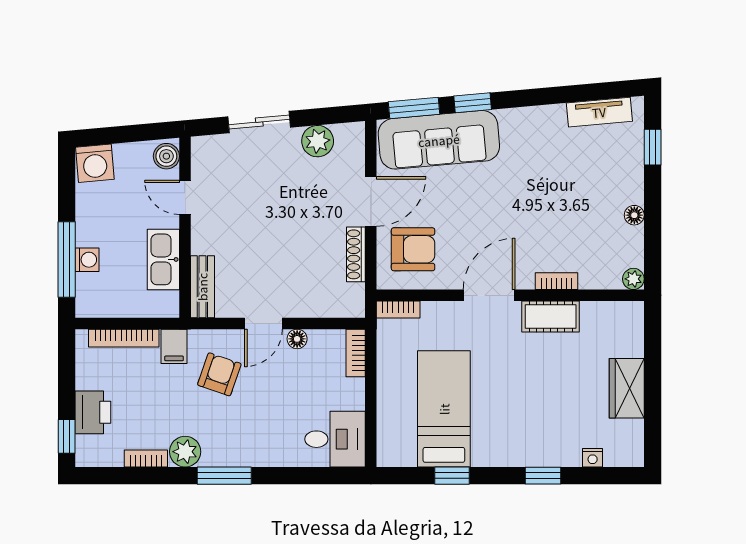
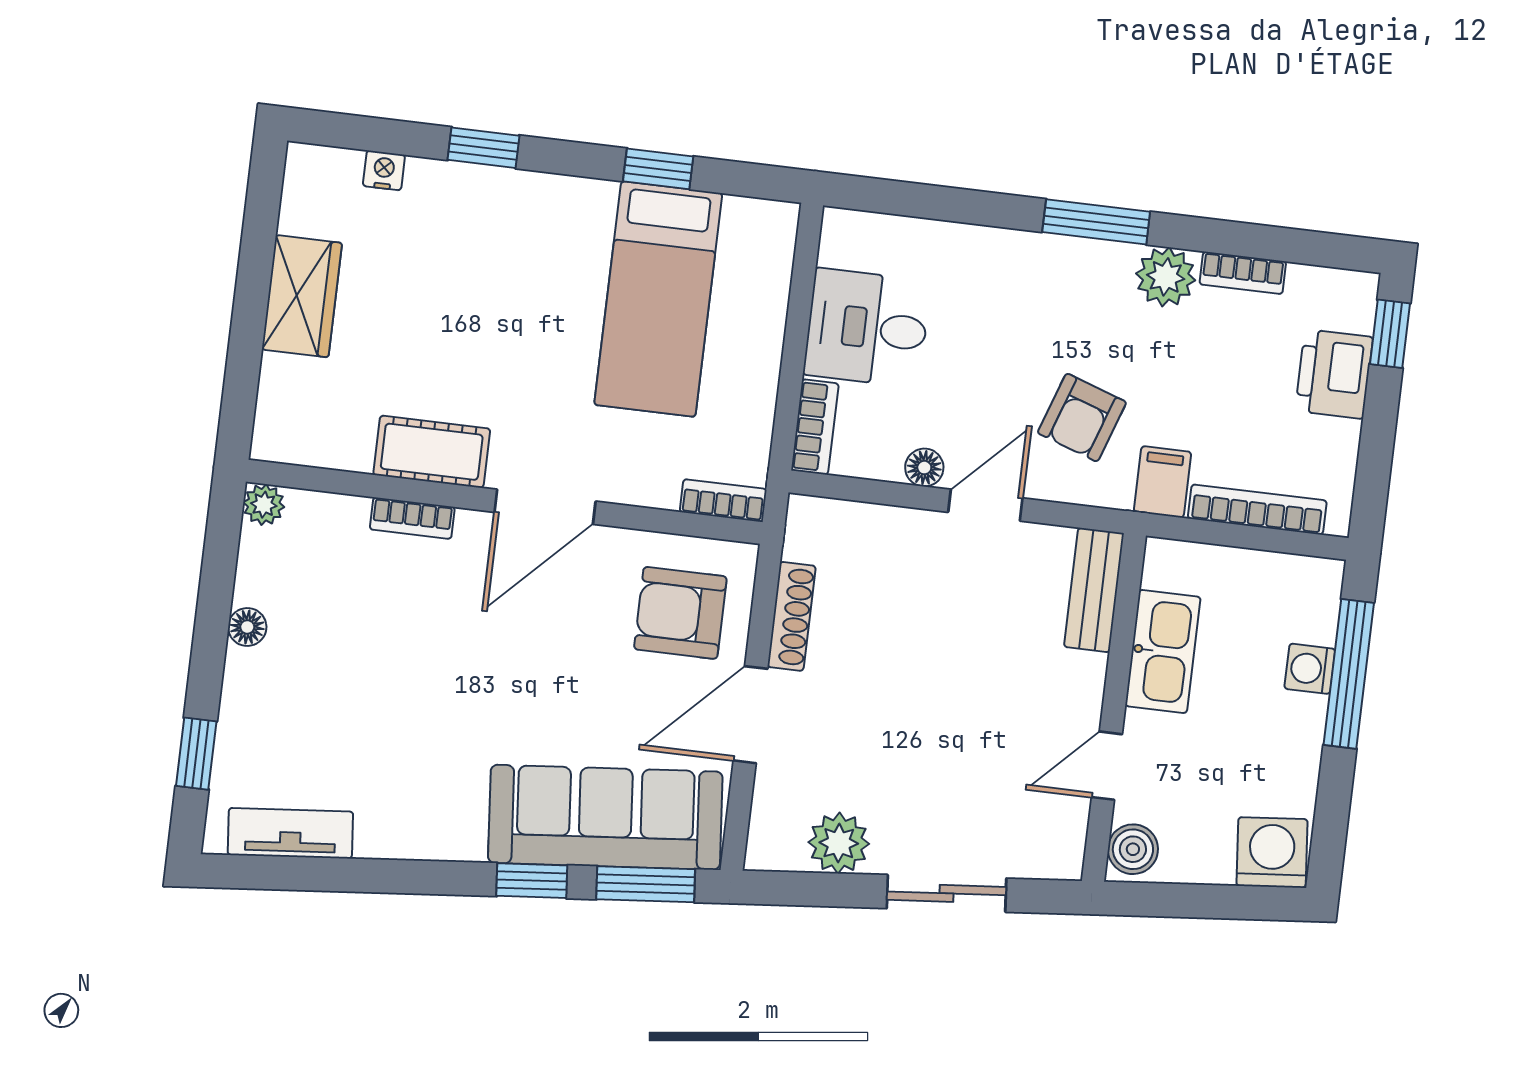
door: (185, 197) -> (1107, 766), swing flipped
desk: (335, 439) -> (867, 328), moved

